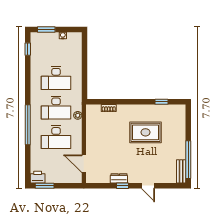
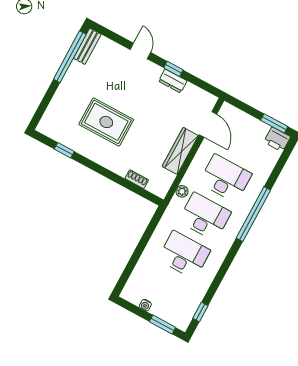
wardrobe: (92, 139) -> (180, 151), added

